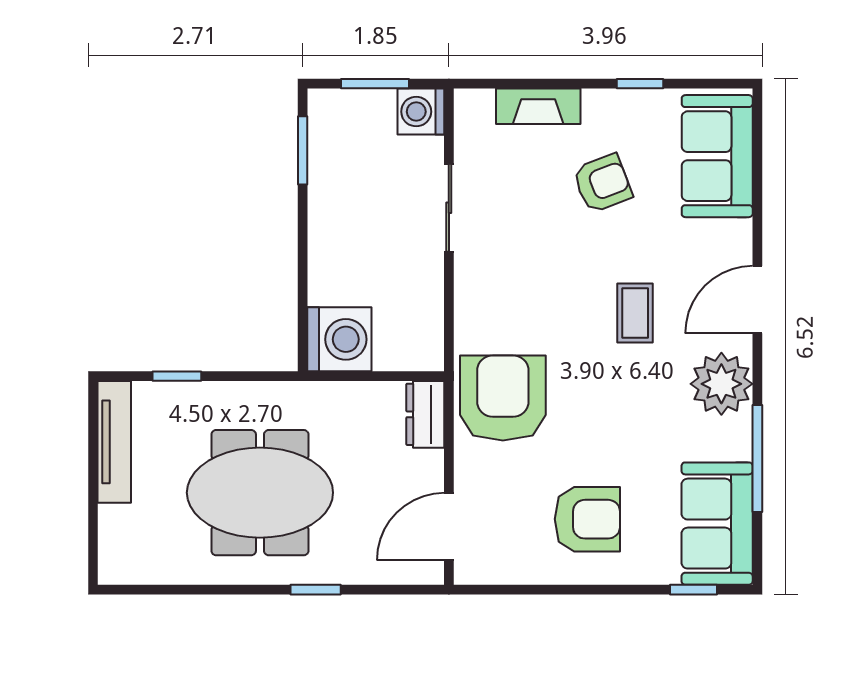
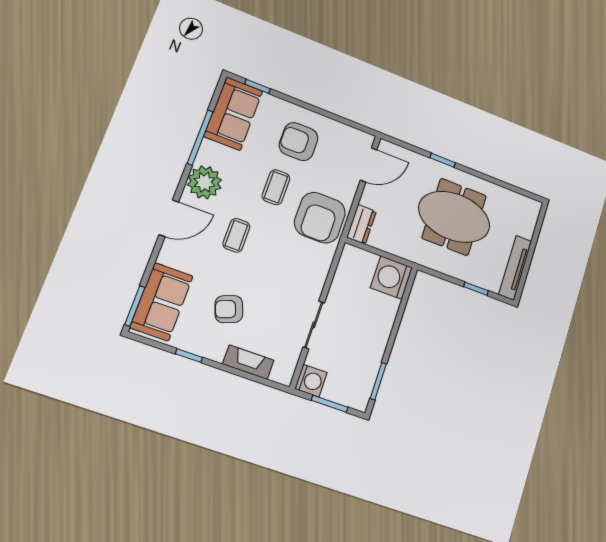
window: (757, 134) -> (135, 306), added
coffee table: (598, 422) -> (276, 187), added

